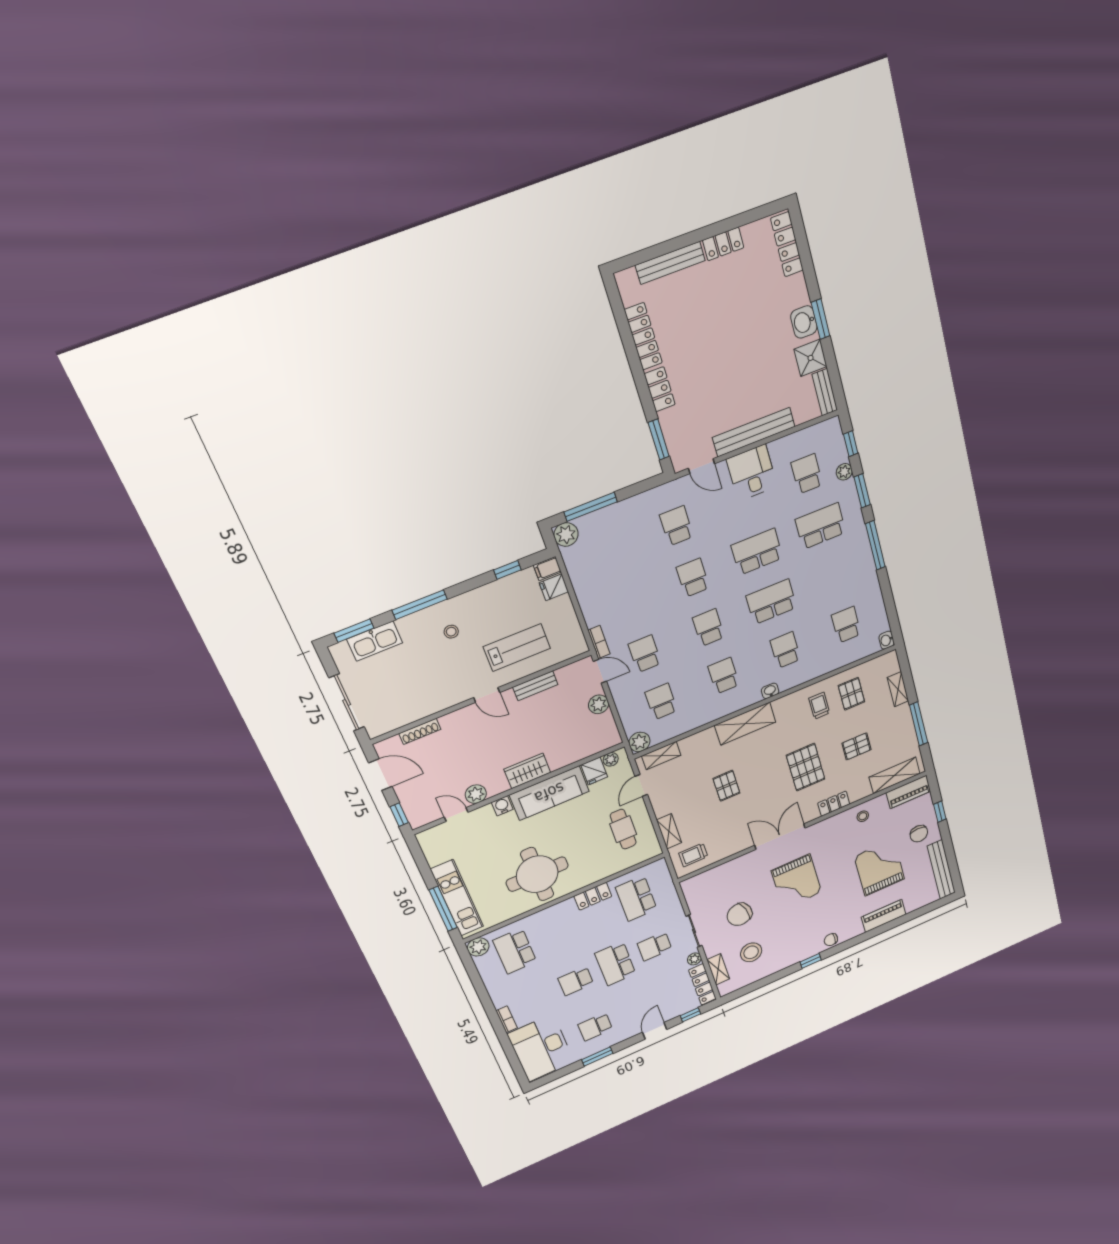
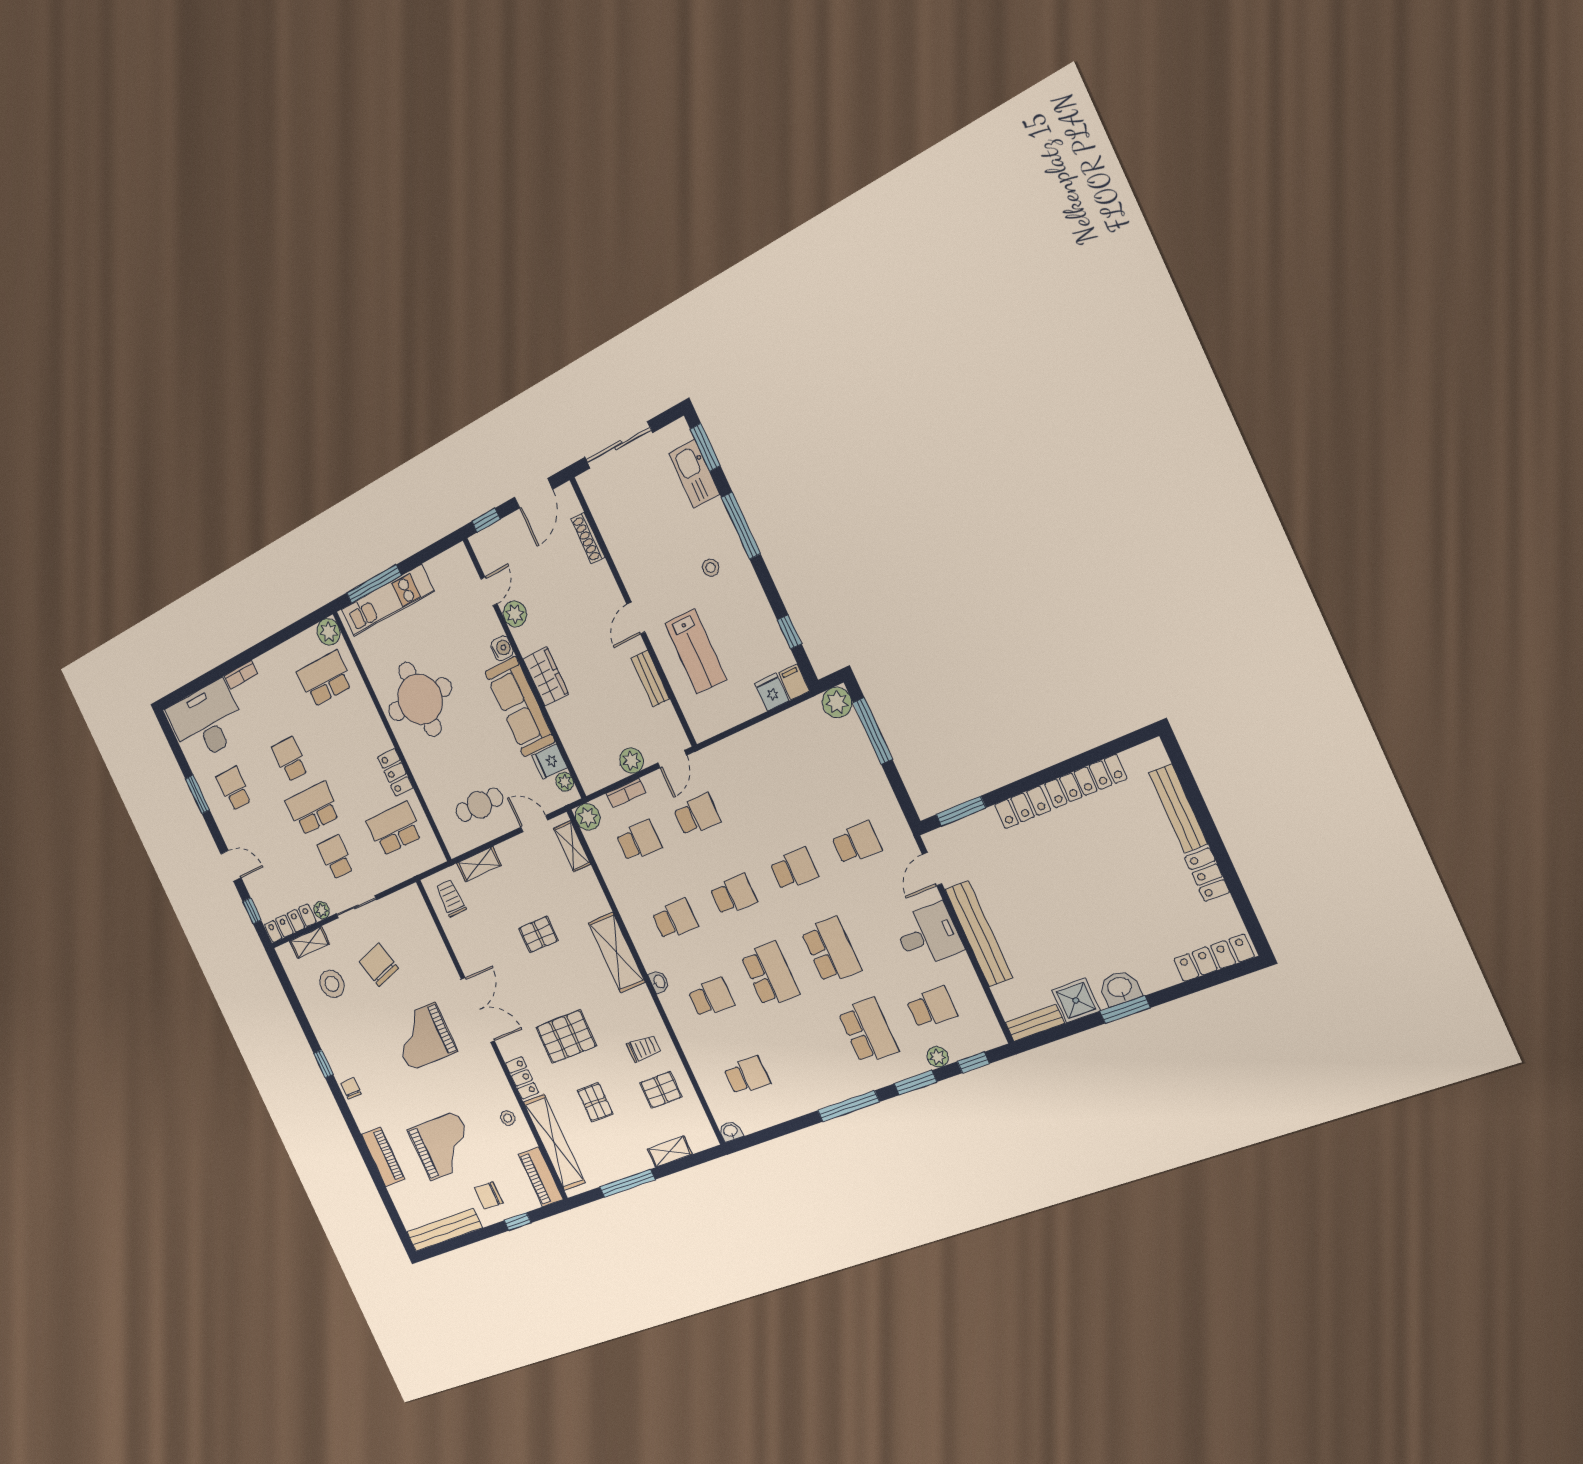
bookcase: (599, 642) -> (626, 793), moved
shelving: (895, 775) -> (554, 1142), width x1.47

